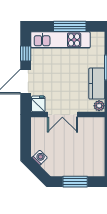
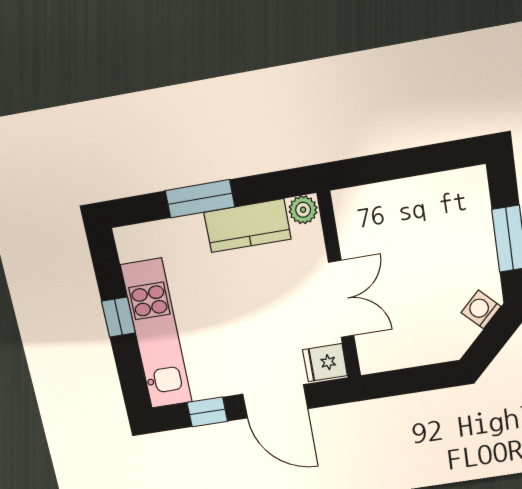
window: (70, 26) -> (118, 317), width x0.46
washing machine: (40, 158) -> (481, 310), moved

